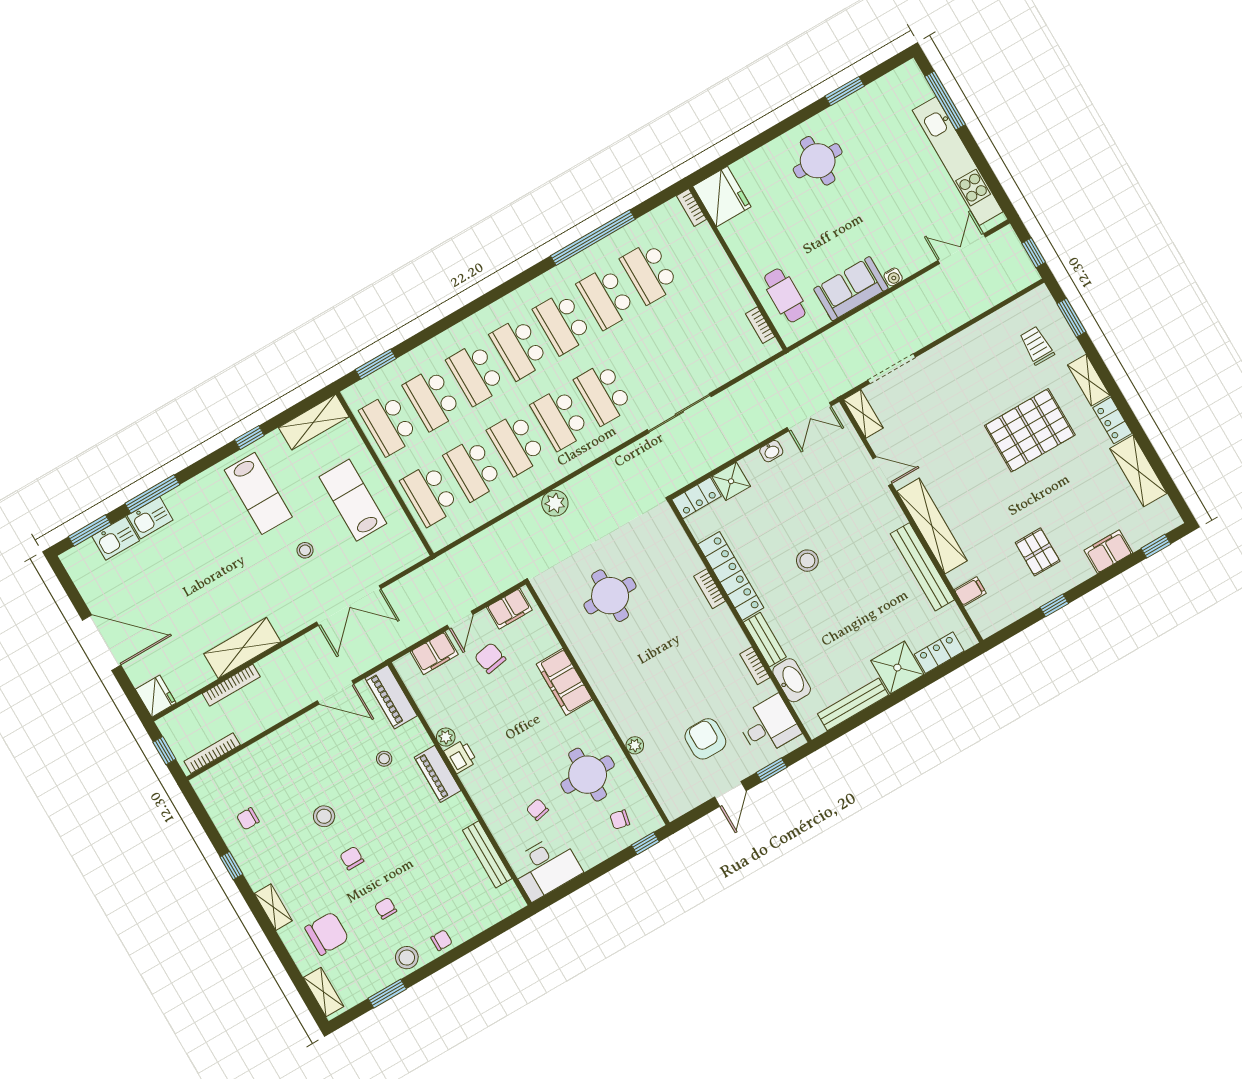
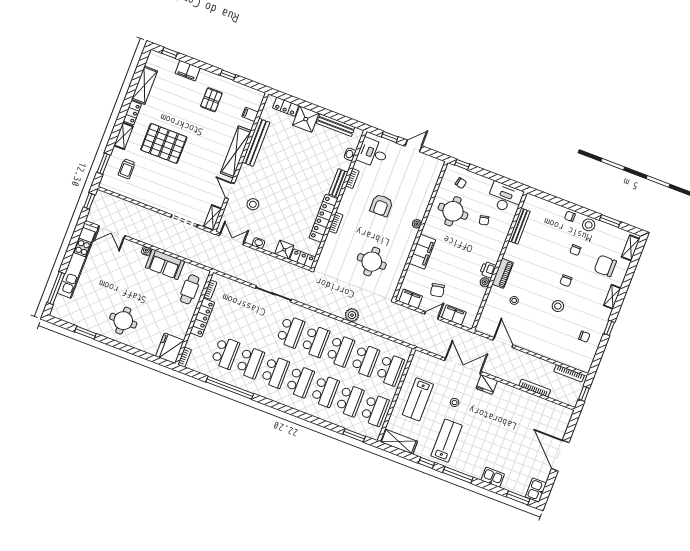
locker: (729, 280) -> (202, 317), added
window: (152, 494) -> (458, 475), moved
kitchen sink: (116, 538) -> (536, 490), moved, turned -90
stool: (807, 561) -> (253, 204), moved
shelving: (242, 648) -> (516, 396), removed
washbasin: (792, 680) -> (350, 154), width x0.52, depth x0.69
fridge: (156, 696) -> (487, 385), moved, turned -90
piano: (391, 697) -> (486, 318), removed
armchair: (705, 739) -> (381, 205), moved
plant: (635, 745) -> (417, 224), moved

